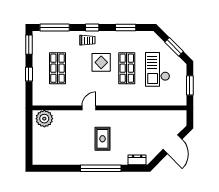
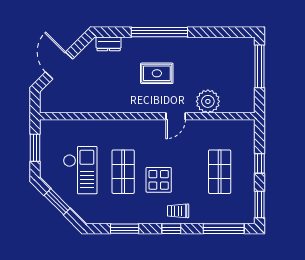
plant: (44, 119) -> (208, 101), moved
rug: (103, 139) -> (157, 73), turned 90
window: (29, 144) -> (259, 66), added

